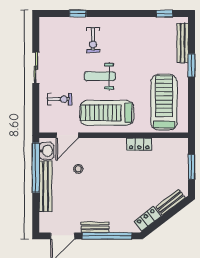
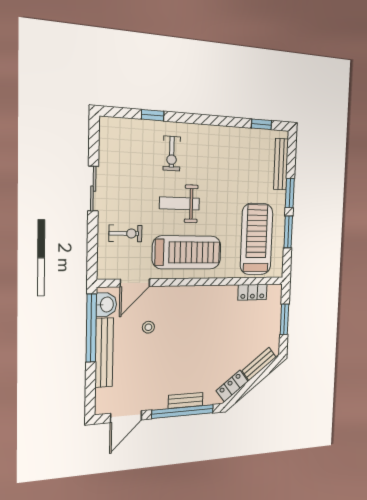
window: (192, 96) -> (288, 232), added
treadmill: (107, 113) -> (187, 252), turned 180
locker: (139, 144) -> (252, 292), moved
bench: (95, 227) -> (186, 400), moved

